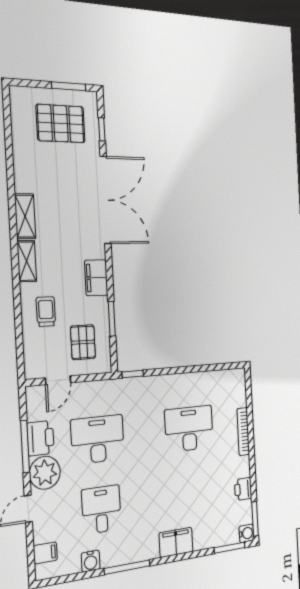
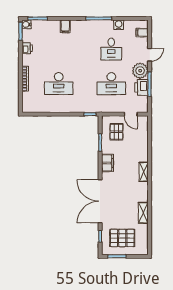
shelving: (25, 216) -> (143, 213), moved
trolley: (46, 312) -> (135, 148), removed
door: (58, 380) -> (131, 114), swing flipped
filing cabinet: (176, 542) -> (65, 26), width x0.50

